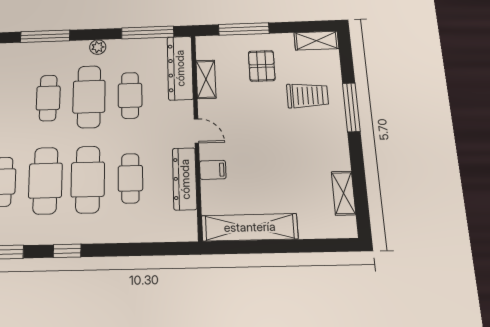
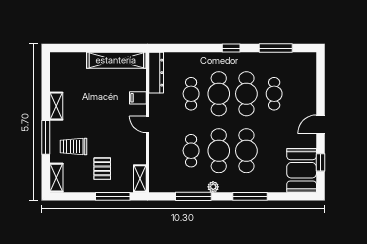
window: (148, 32) -> (193, 196), moved
shelving: (316, 41) -> (56, 178), moved, turned 90
dresser: (180, 68) -> (157, 169), removed
shelving: (206, 79) -> (140, 179), moved
cafe table: (48, 98) -> (246, 151), width x1.37, depth x1.35
dresser: (185, 179) -> (156, 73), moved
shelving: (344, 193) -> (56, 106), moved

